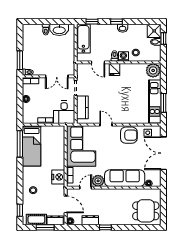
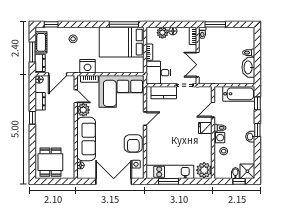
plant: (28, 109) -> (162, 33), added
bed: (32, 146) -> (122, 42), width x1.50

